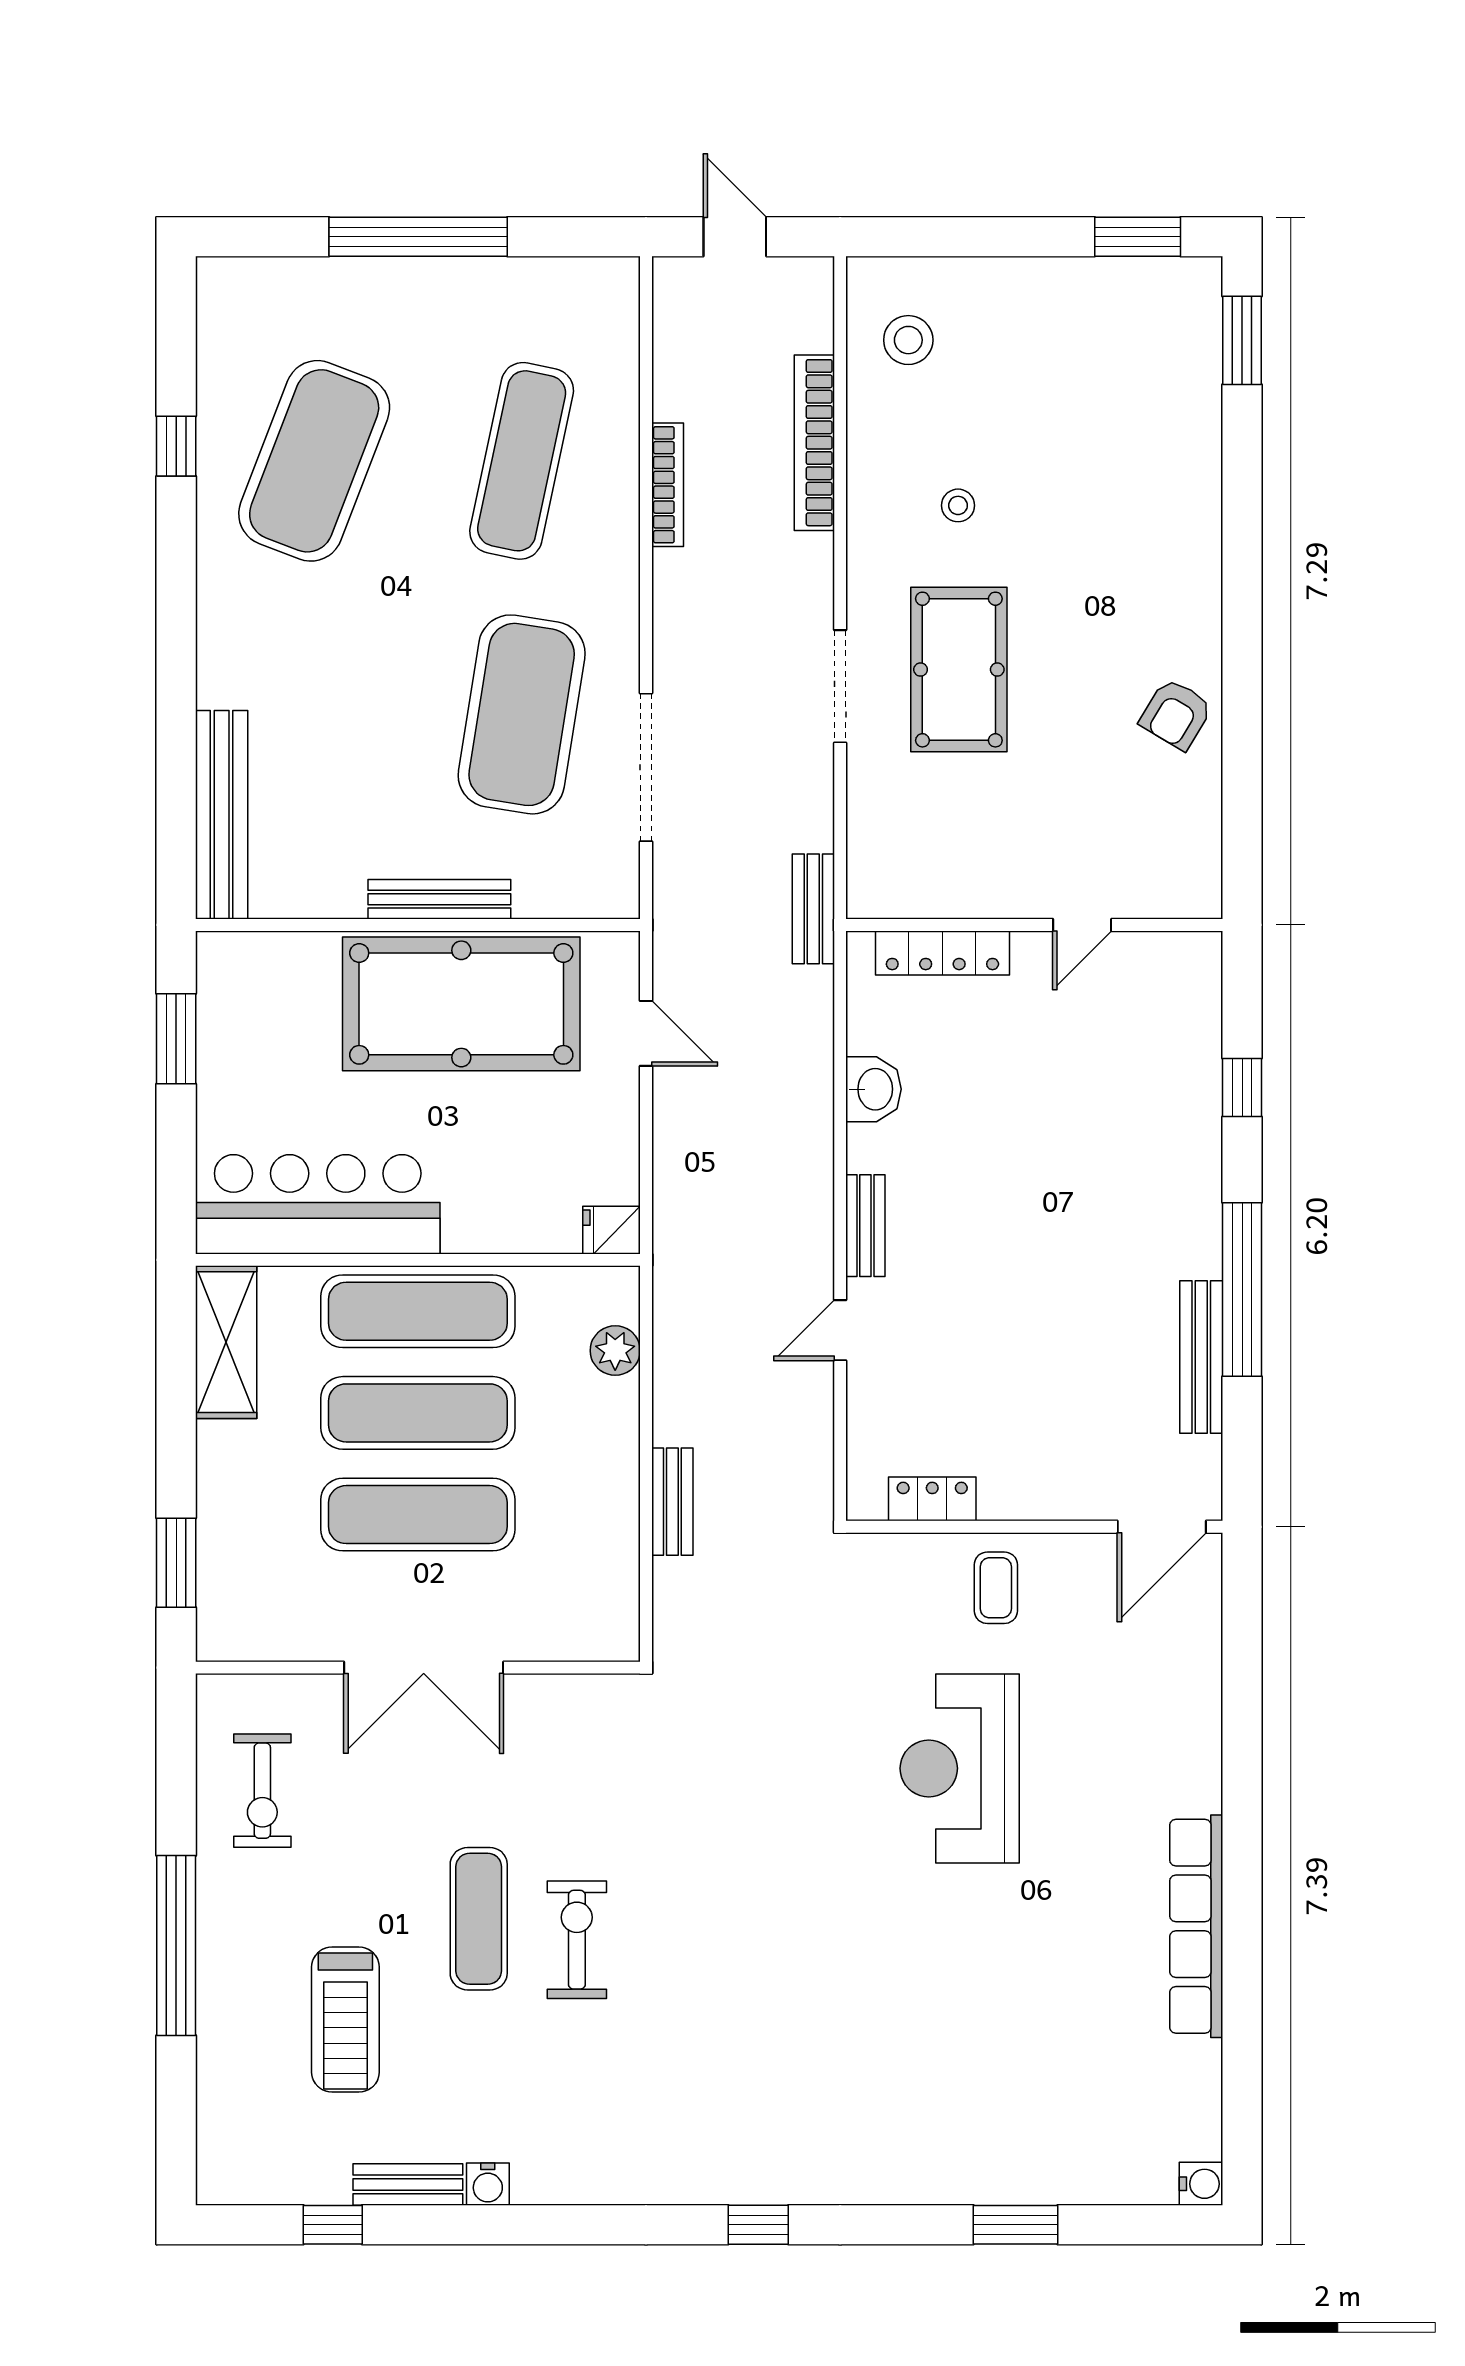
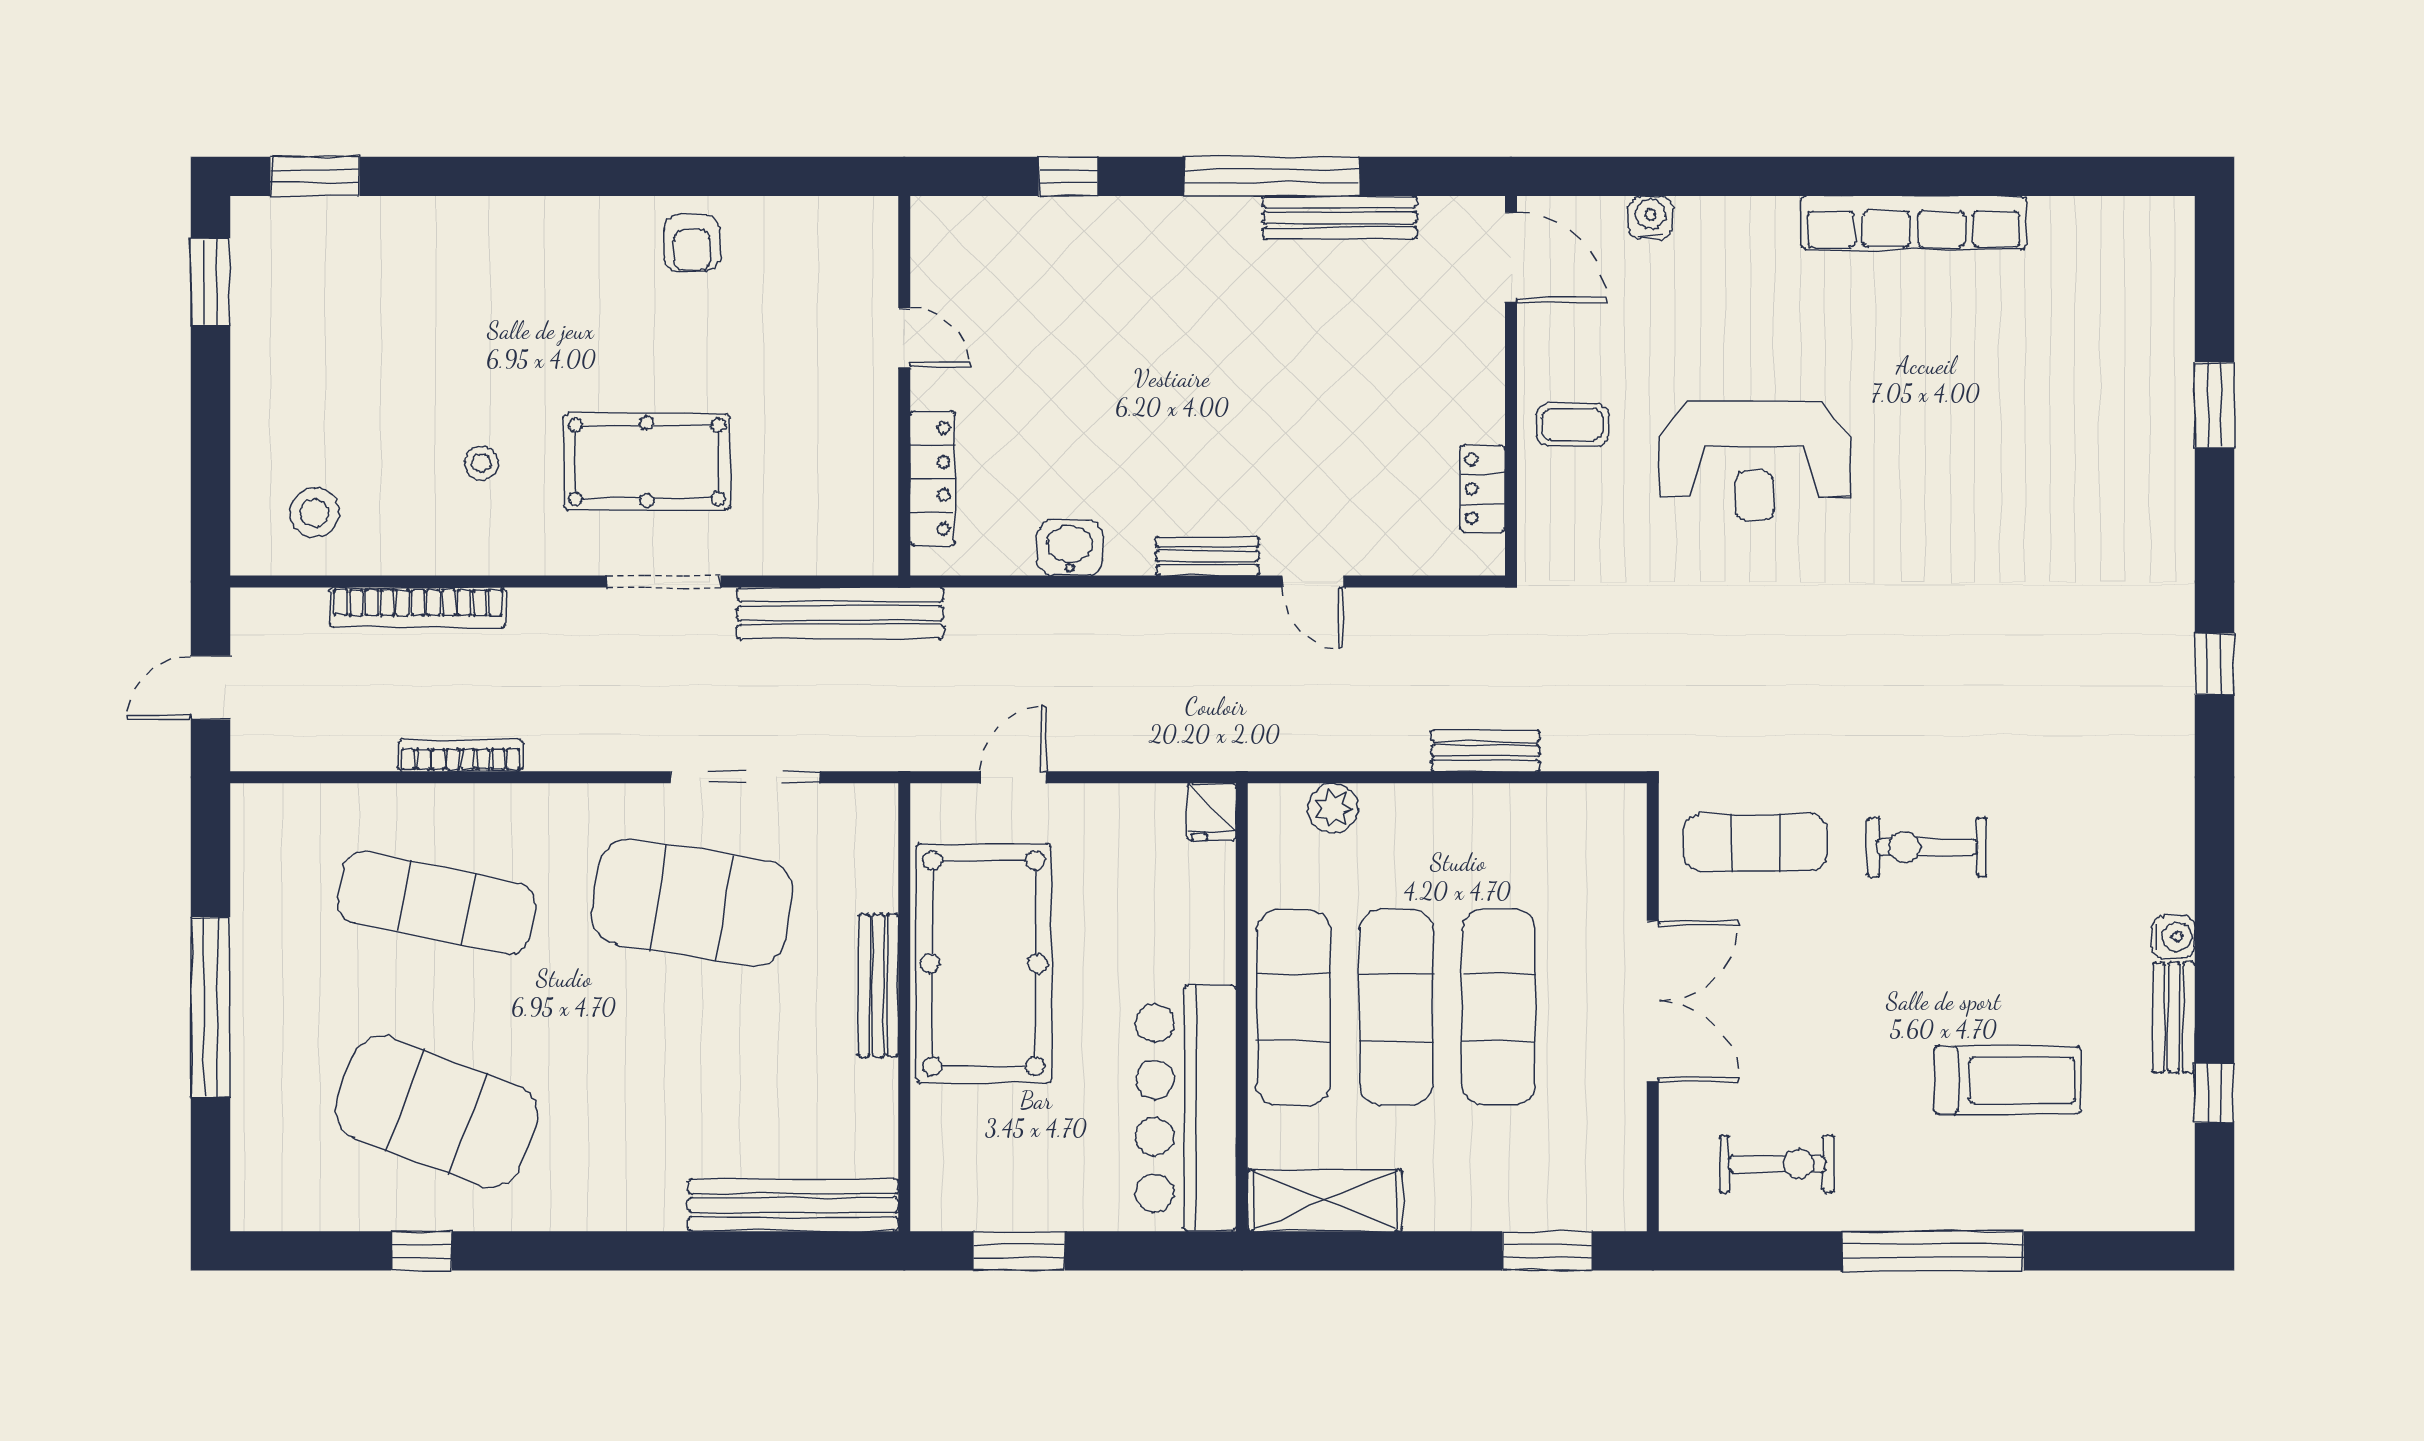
armchair: (1176, 714) -> (692, 243), turned 58
bench: (813, 909) -> (840, 613), width x1.86, depth x1.21
exercise mat: (479, 1919) -> (1756, 842), moved
water cooler: (1201, 2184) -> (1650, 218), moved

